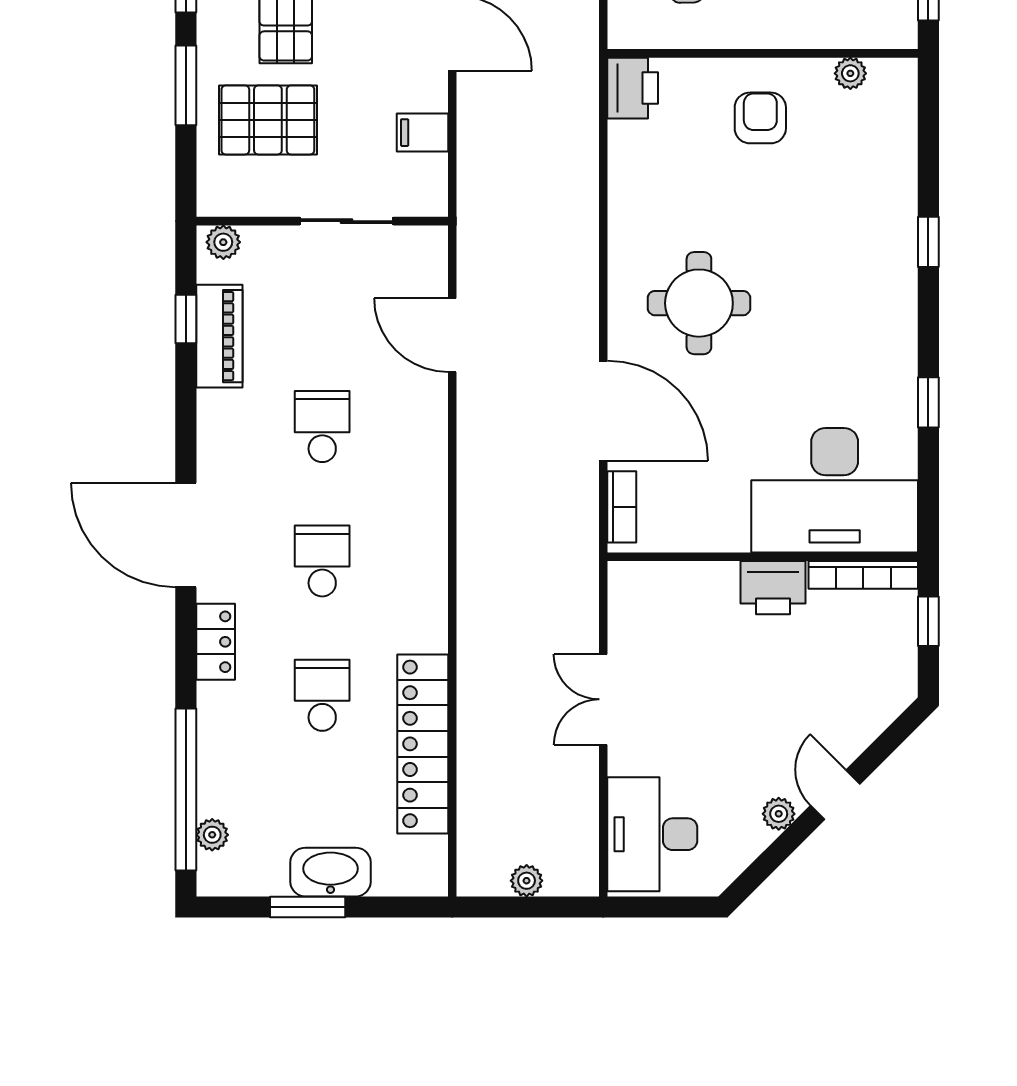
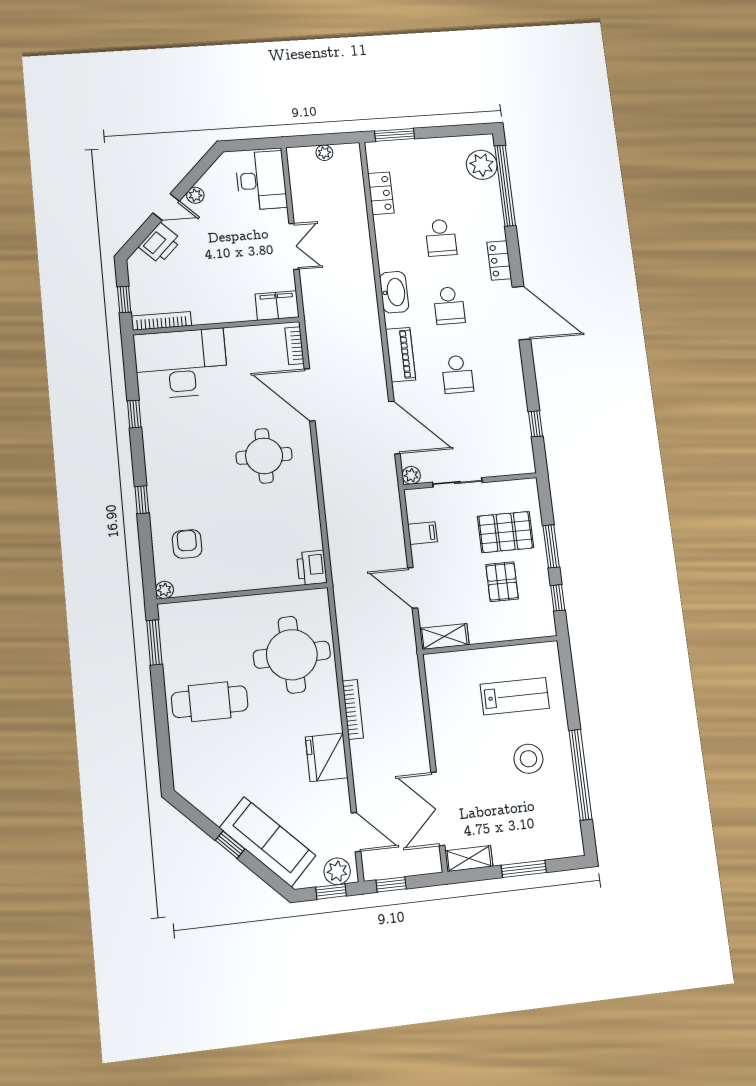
plant: (850, 73) -> (164, 590), moved
armchair: (760, 118) -> (187, 544), moved, turned 180
plant: (223, 242) -> (411, 475), moved
door: (452, 335) -> (394, 428), width x1.36
piano: (219, 336) -> (401, 355), moved, turned 180
filing cabinet: (646, 587) -> (277, 306), added
printer: (773, 588) -> (160, 243), moved, turned 135
locker: (423, 744) -> (381, 193), width x0.46, depth x0.83
door: (835, 795) -> (166, 207), hinge flipped
plant: (212, 835) -> (482, 165), width x1.87, depth x1.87
washbasin: (331, 872) -> (394, 292), moved, turned -90
window: (308, 907) -> (395, 135), moved

